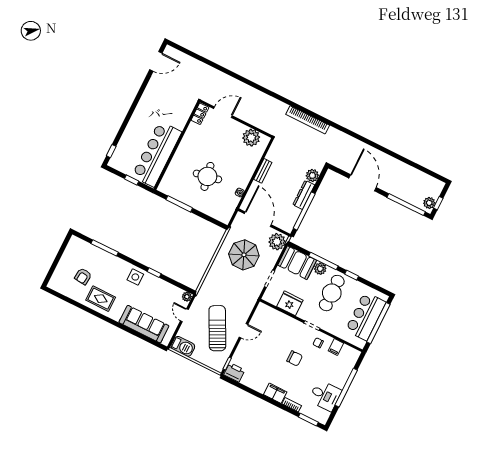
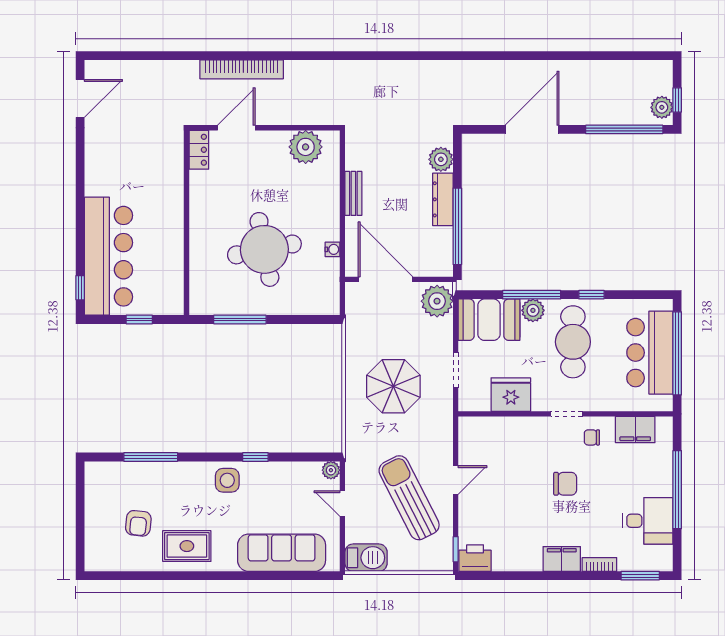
bookcase: (308, 120) -> (242, 69), moved
bar counter: (157, 154) -> (109, 256), moved, turned 180
round table: (207, 176) -> (264, 249), width x1.36, depth x1.36
door: (363, 183) -> (532, 129), hinge flipped
parasol: (244, 255) -> (393, 386), moved
filing cabinet: (336, 347) -> (635, 430), width x2.00

